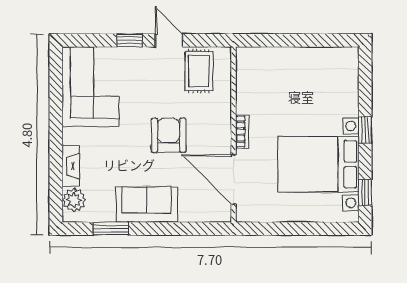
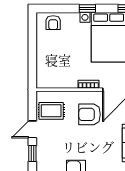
armchair: (342, 74) -> (53, 23), added
armchair: (168, 135) -> (90, 114), moved

